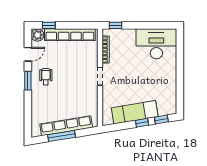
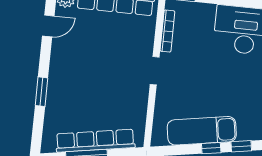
wheelchair: (46, 77) -> (72, 63), removed
window: (28, 81) -> (41, 92), moved

